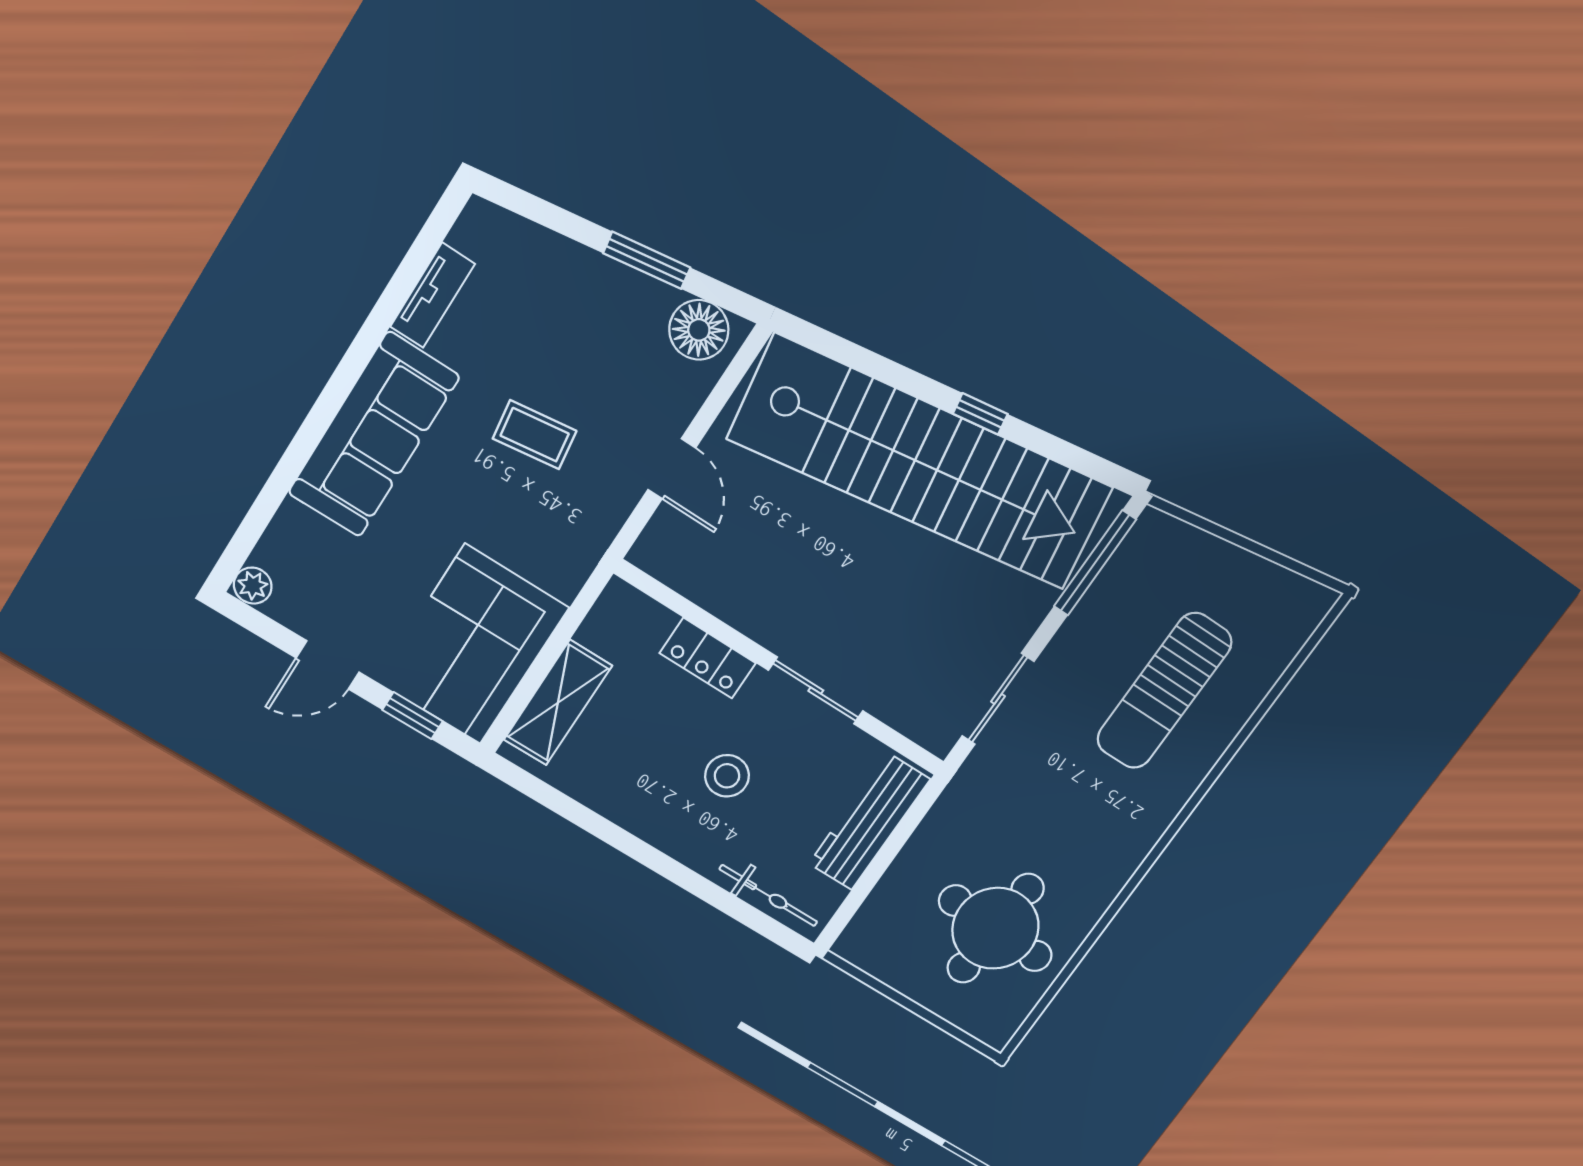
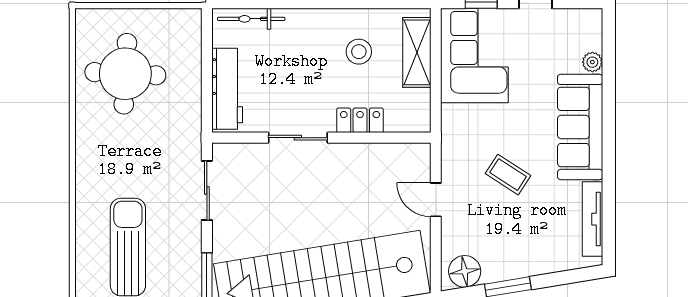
tv unit: (433, 295) -> (592, 219), width x1.41
coffee table: (535, 435) -> (508, 175), turned 41
plant: (253, 586) -> (592, 62), moved
stool: (727, 776) -> (359, 52), moved

